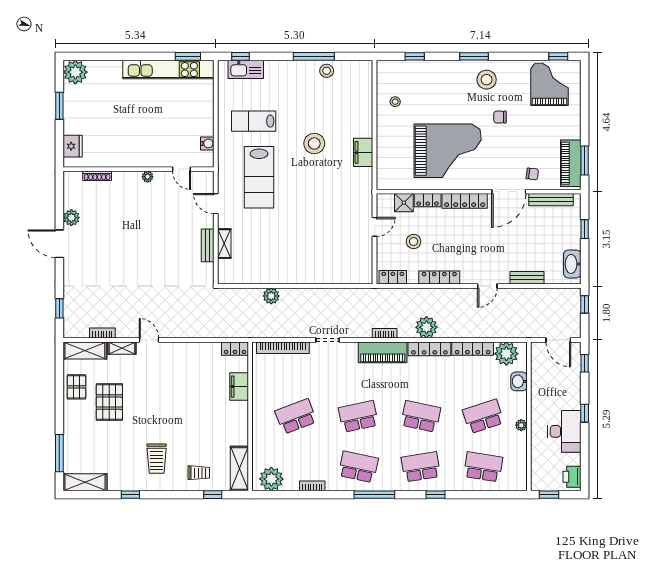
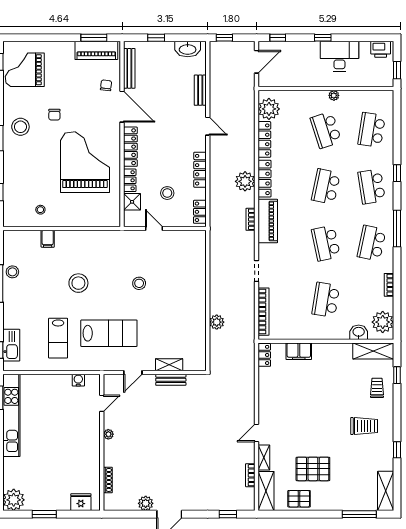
filing cabinet: (363, 152) -> (48, 239), moved, width x0.50
stool: (314, 210) -> (139, 283), added
washbasin: (519, 381) -> (359, 332), moved, turned 180
school desk: (296, 416) -> (326, 300), turned 30

